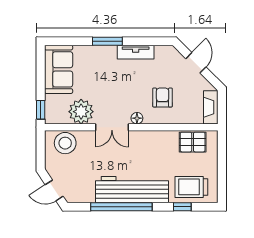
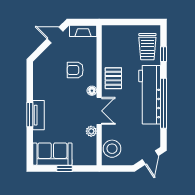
tv unit: (136, 52) -> (39, 115), moved
door: (196, 63) -> (55, 35), moved
window: (41, 110) -> (65, 169), moved
plant: (81, 112) -> (91, 131), width x0.53, depth x0.53
pallet: (193, 142) -> (113, 78), moved

